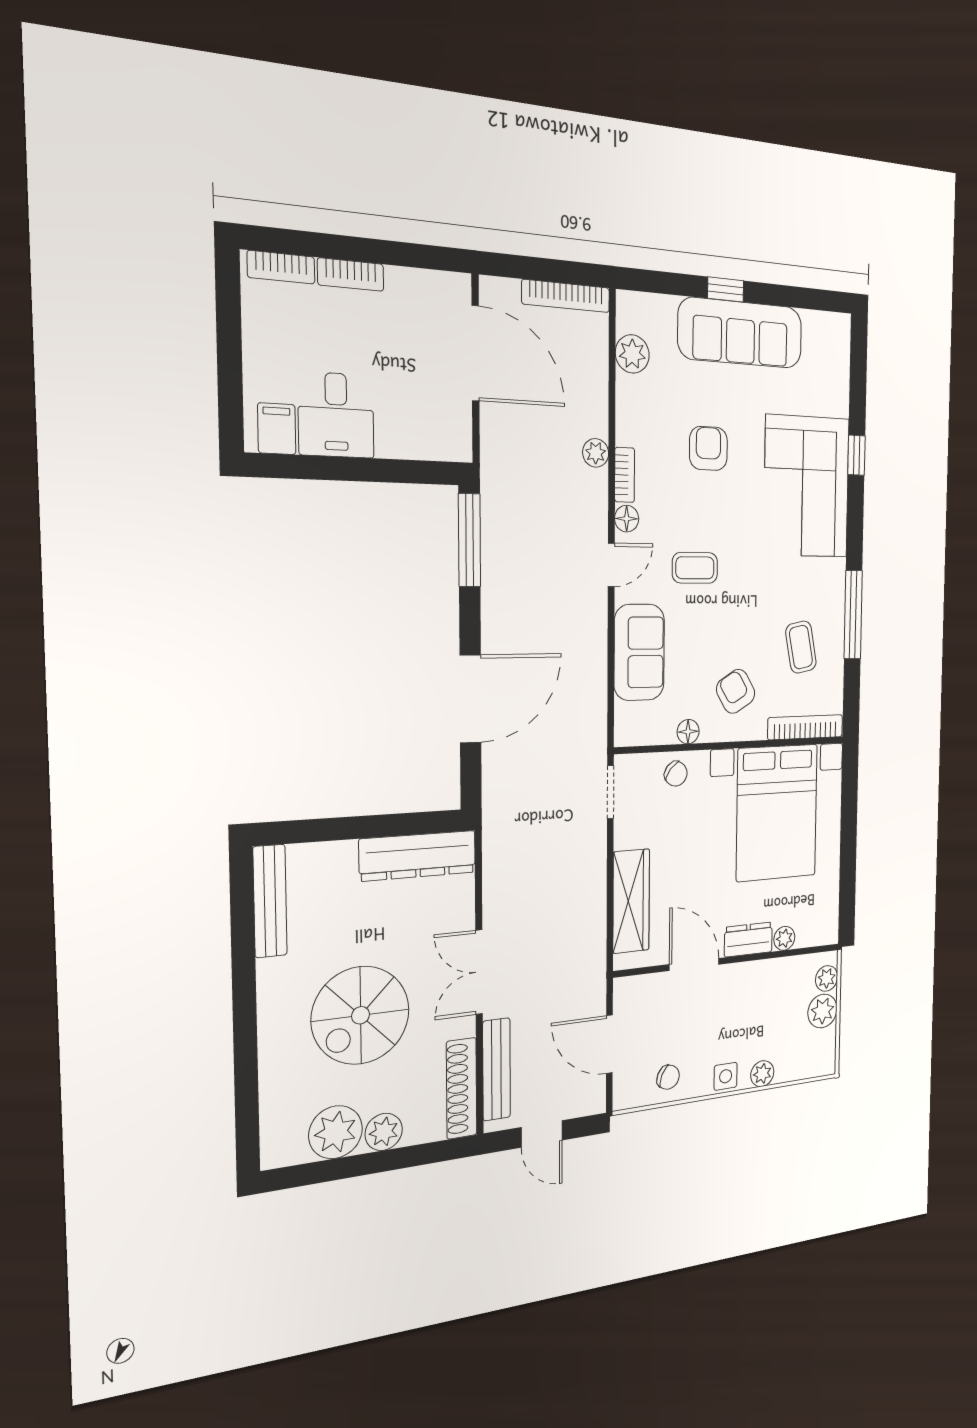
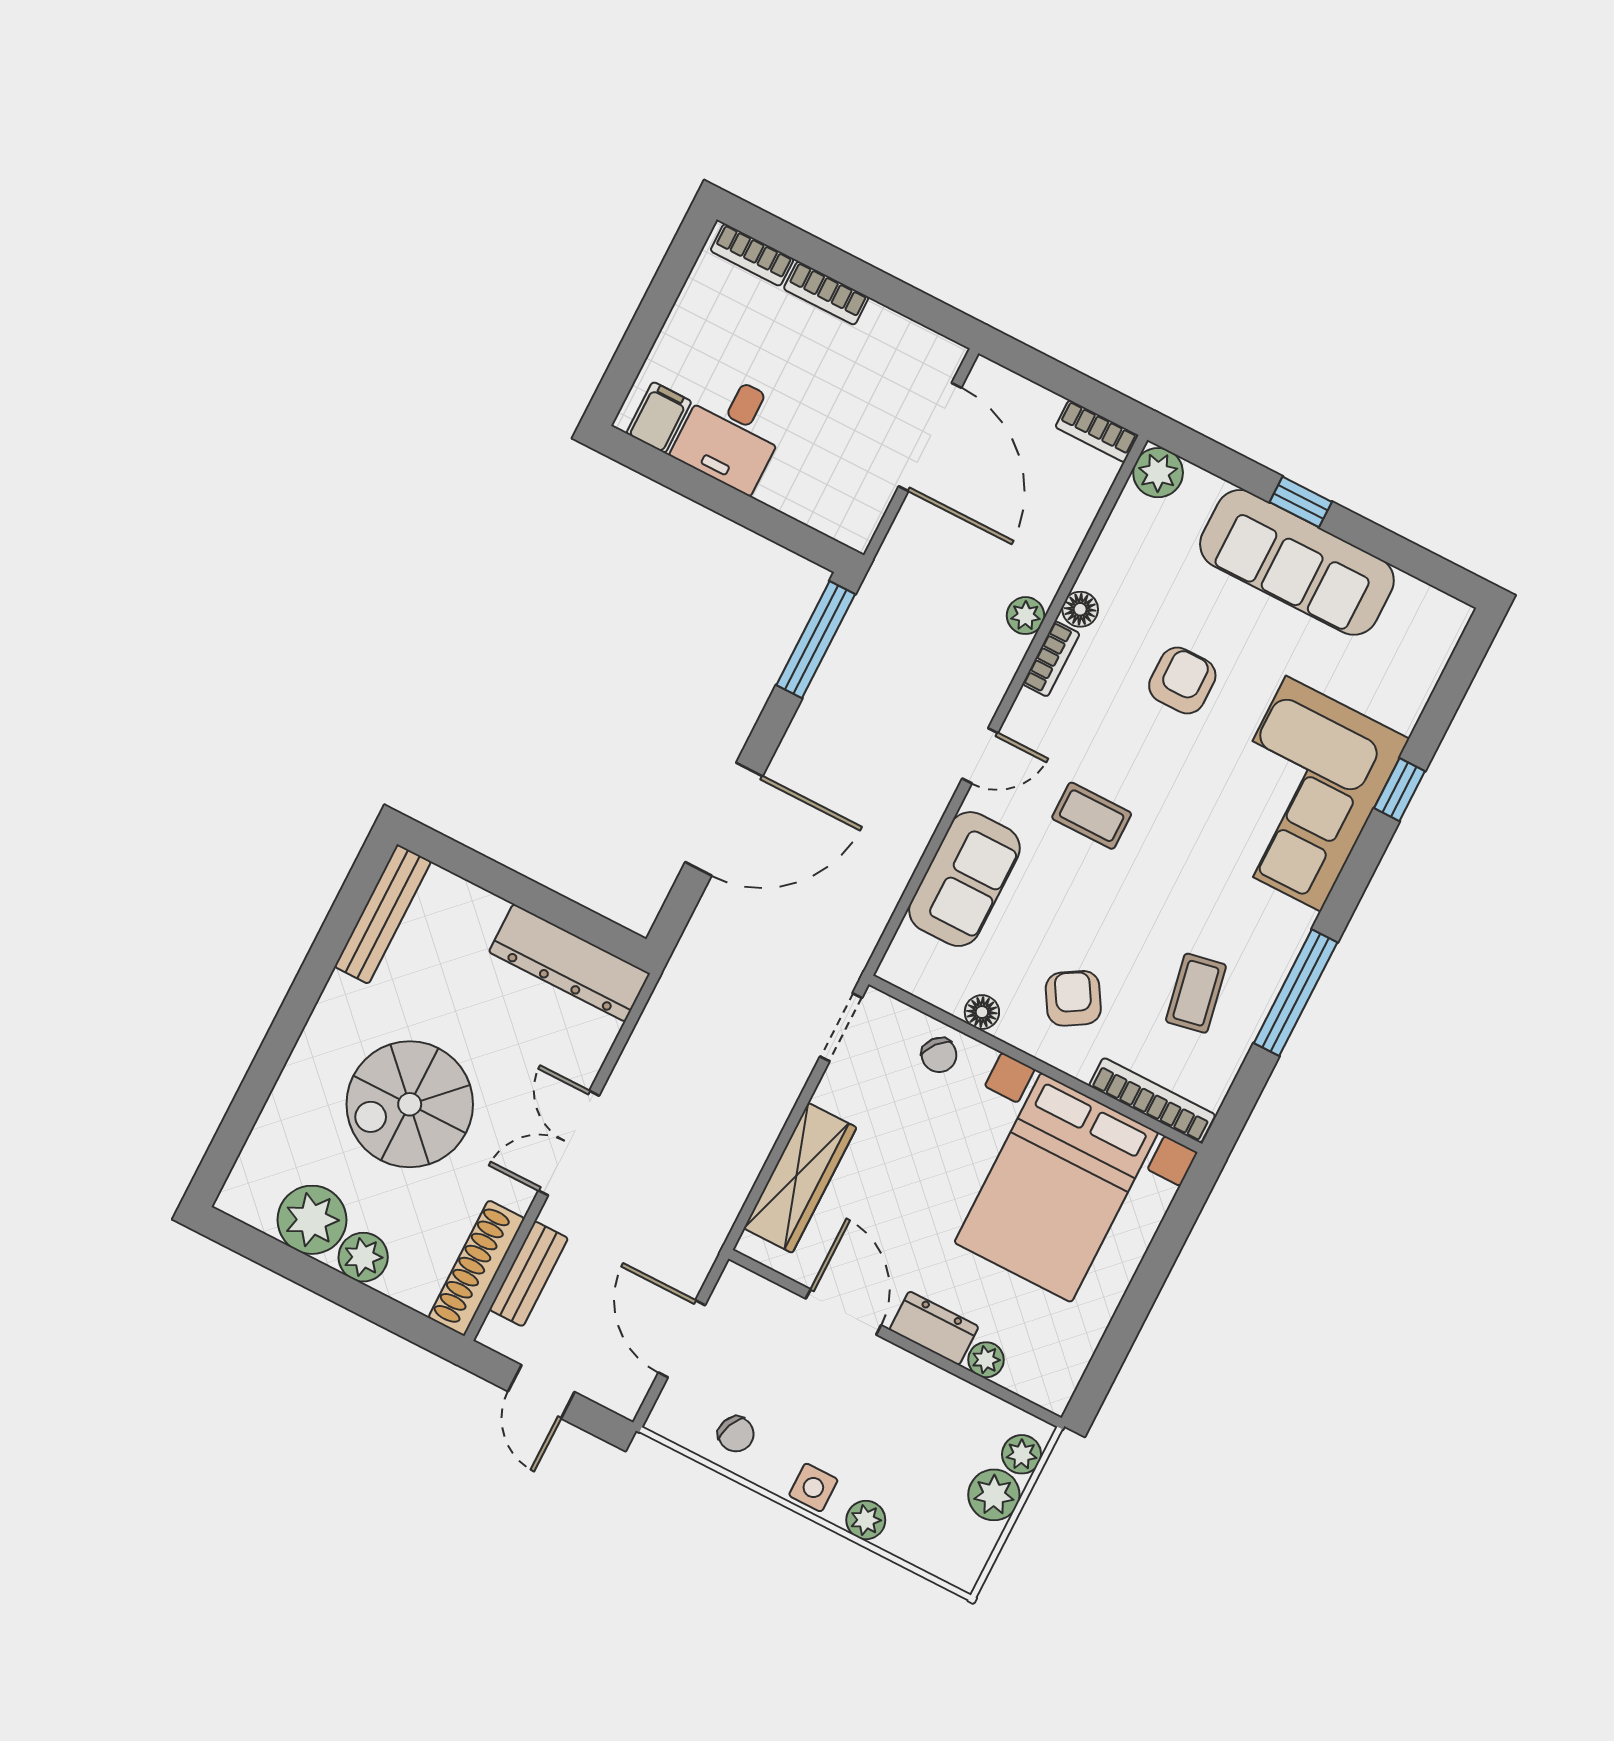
bookcase: (566, 296) -> (1097, 431), width x0.64
plant: (632, 354) -> (1158, 473), moved
floor lamp: (627, 519) -> (1080, 609), moved
bench: (497, 1069) -> (529, 1274), width x0.73

